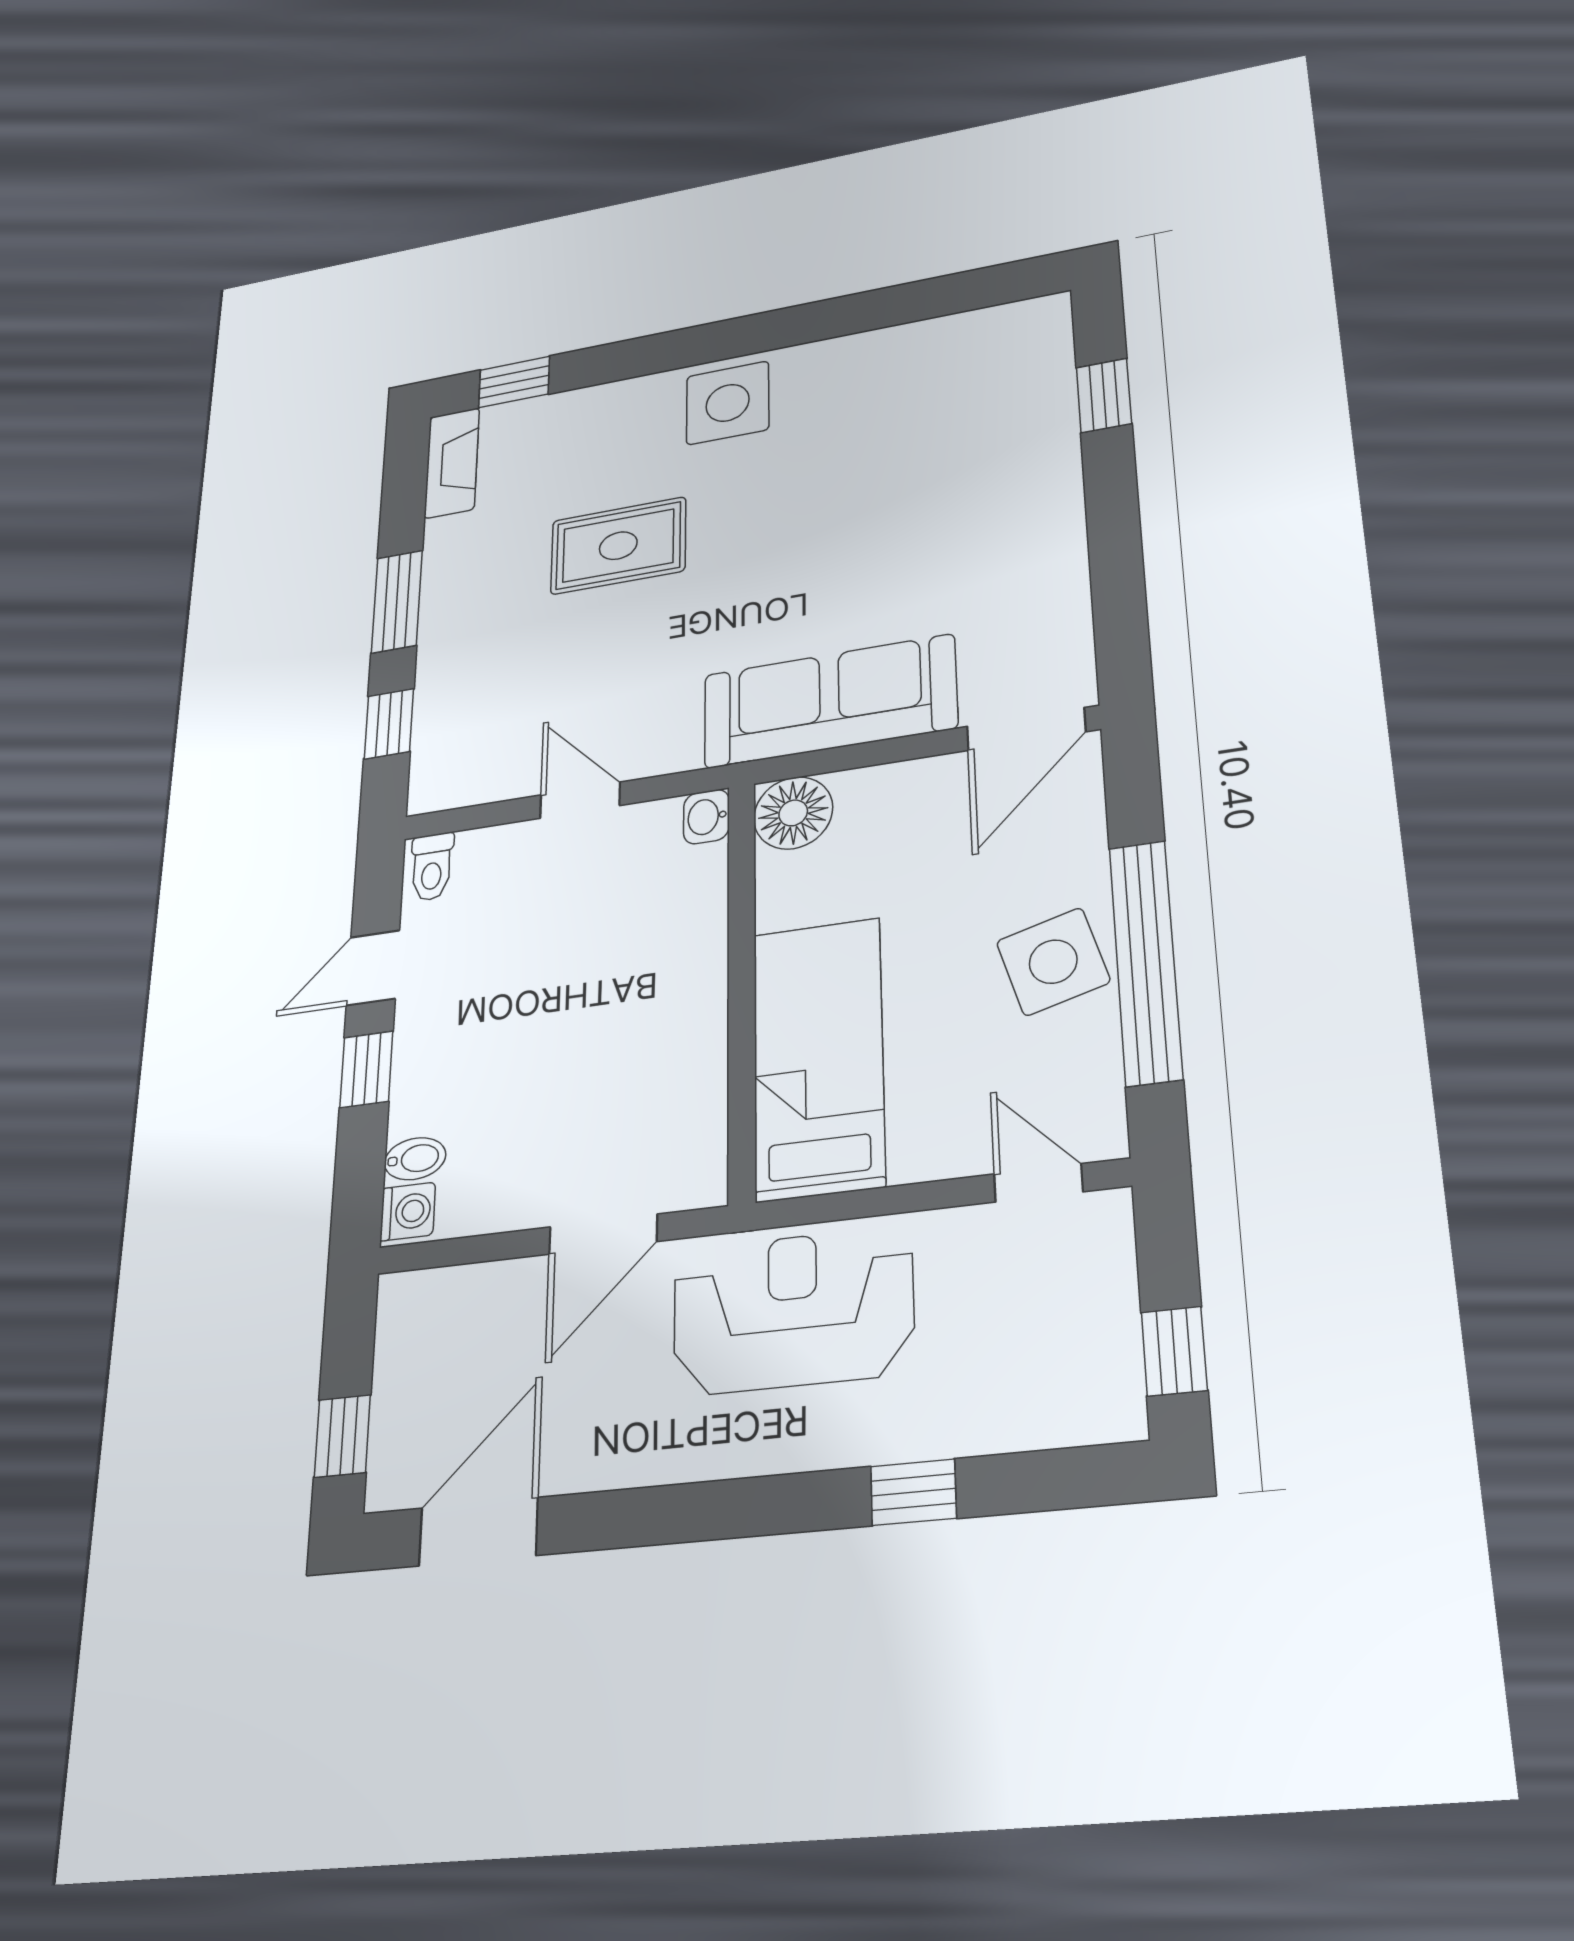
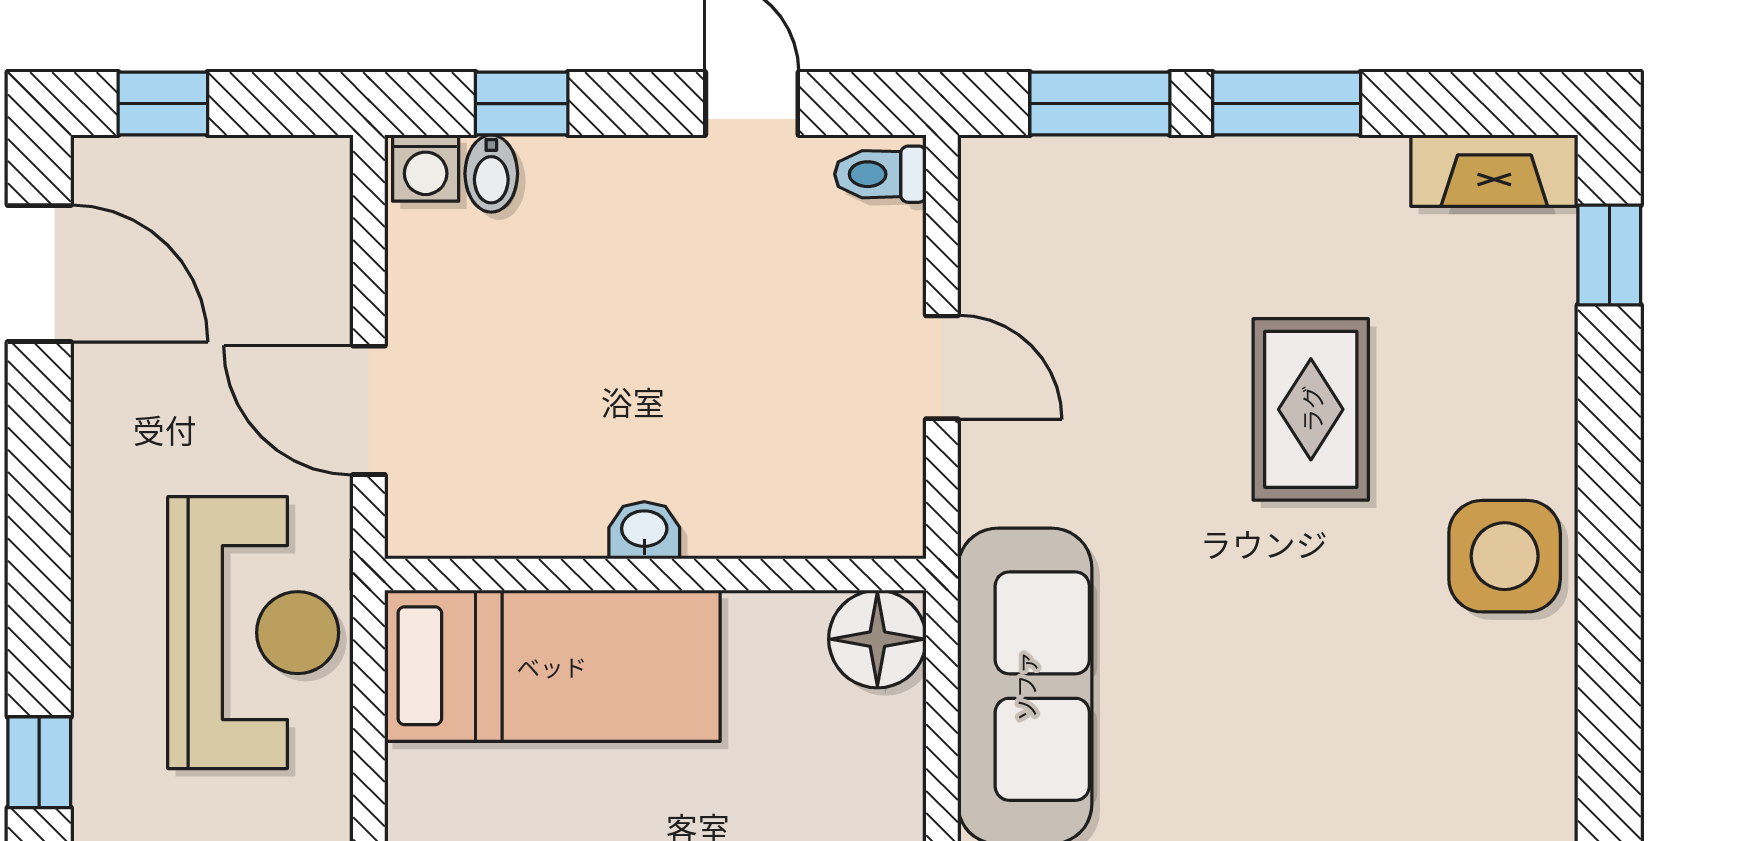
window: (389, 724) -> (1100, 104), width x1.50
door: (580, 800) -> (942, 367), hinge flipped
washbasin: (706, 817) -> (644, 530), moved
window: (366, 1069) -> (522, 104), moved

